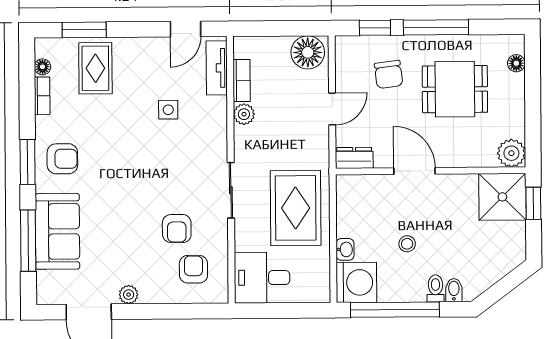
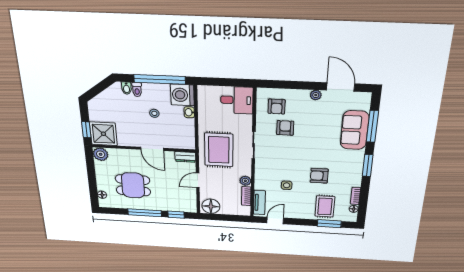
chair: (389, 74) -> (168, 194), removed
armchair: (62, 159) -> (319, 176), moved
rug: (296, 208) -> (219, 150), moved

